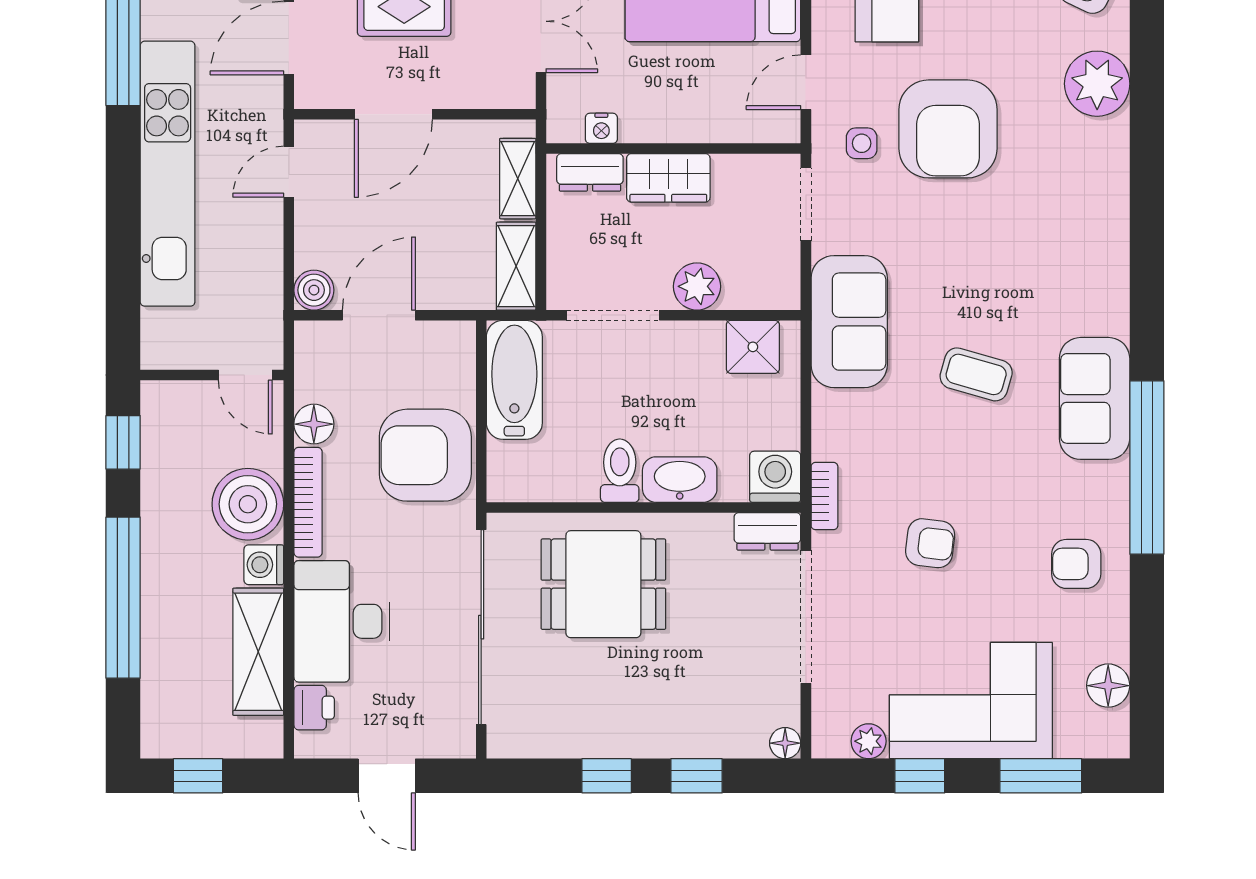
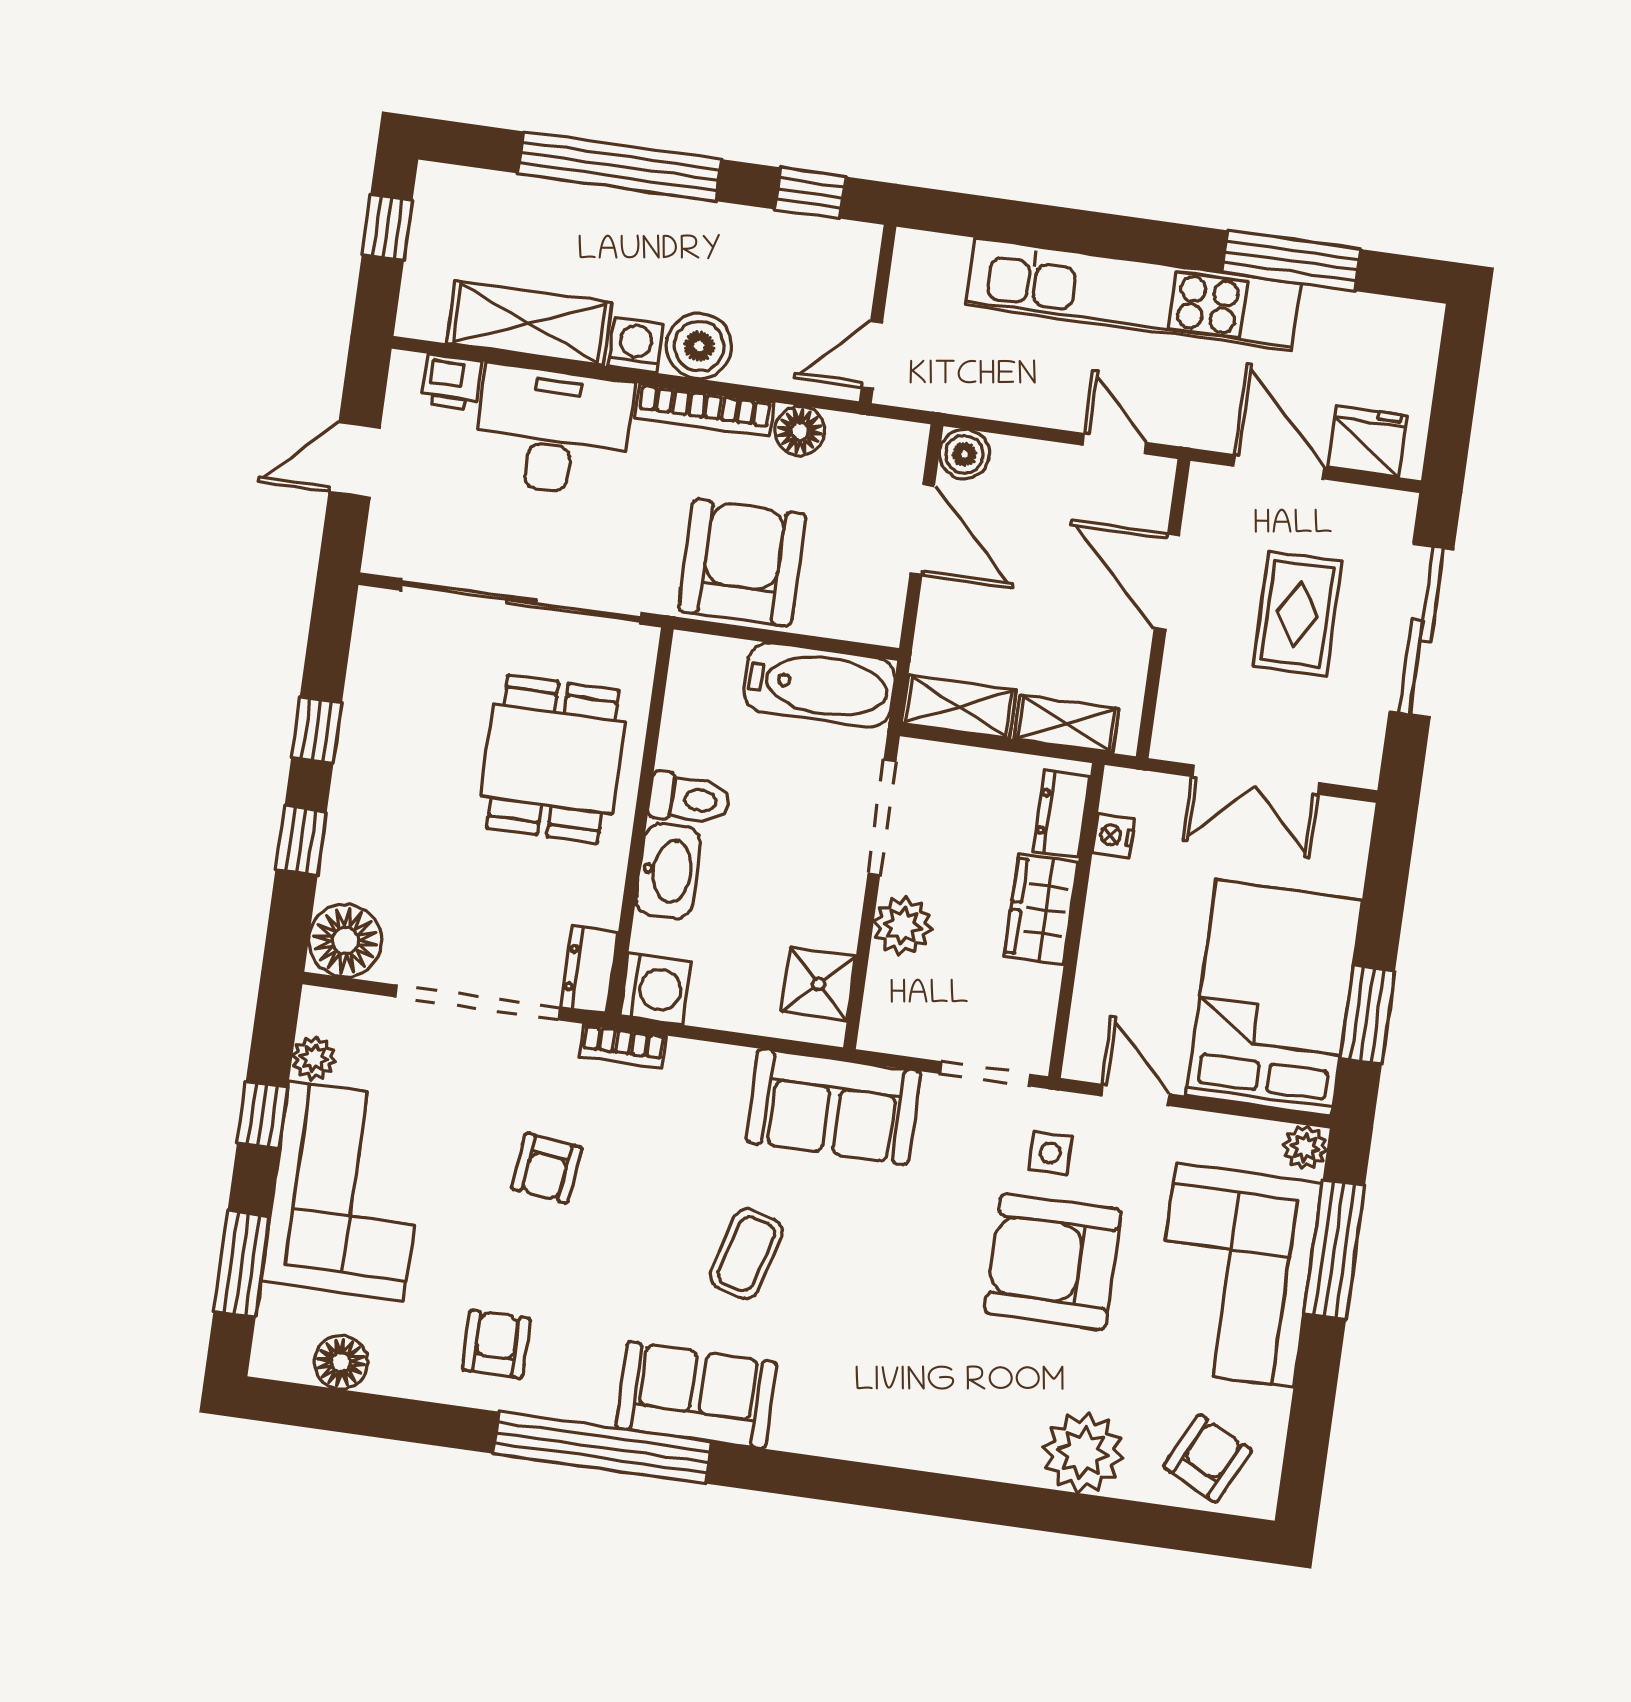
boiler: (248, 504) -> (699, 346), width x0.73, depth x0.73
floor lamp: (785, 743) -> (345, 941), width x1.89, depth x1.89

